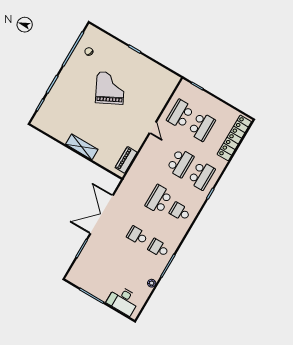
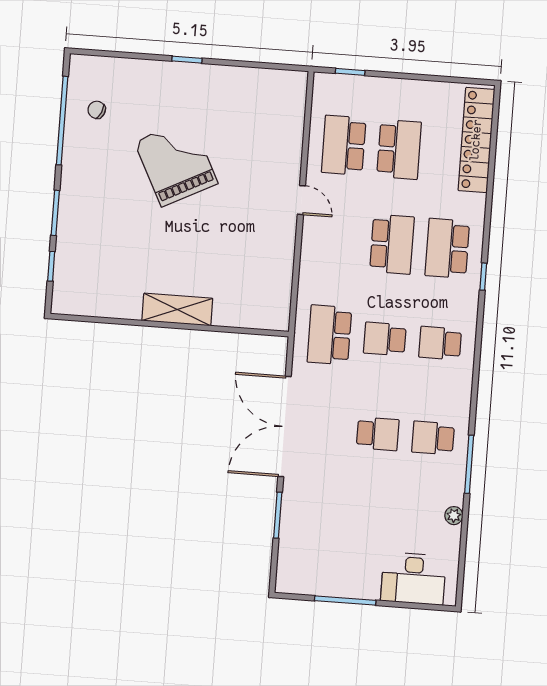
piano: (126, 160) -> (280, 292), removed
school desk: (201, 175) -> (447, 248), turned 180
school desk: (137, 187) -> (329, 335), added
school desk: (159, 199) -> (385, 339), width x0.54
school desk: (137, 236) -> (378, 434), turned 180

